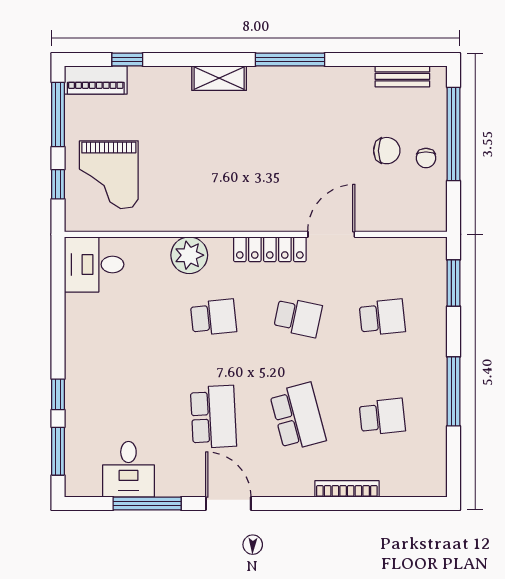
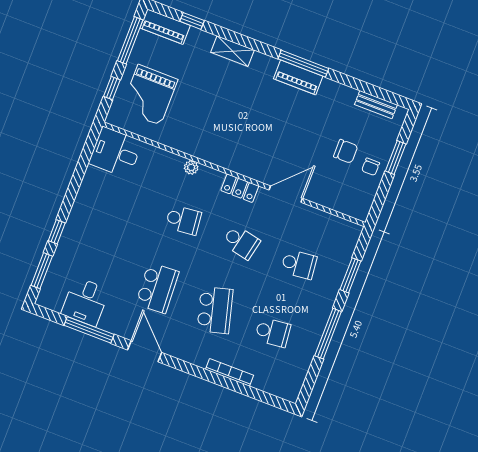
shelving: (219, 78) -> (233, 51), moved
piano: (290, 80) -> (298, 78), added
window: (453, 134) -> (396, 158), width x0.47
locker: (270, 249) -> (240, 188), width x0.66
plant: (189, 255) -> (191, 167), width x0.53, depth x0.53
window: (453, 283) -> (350, 275), moved

